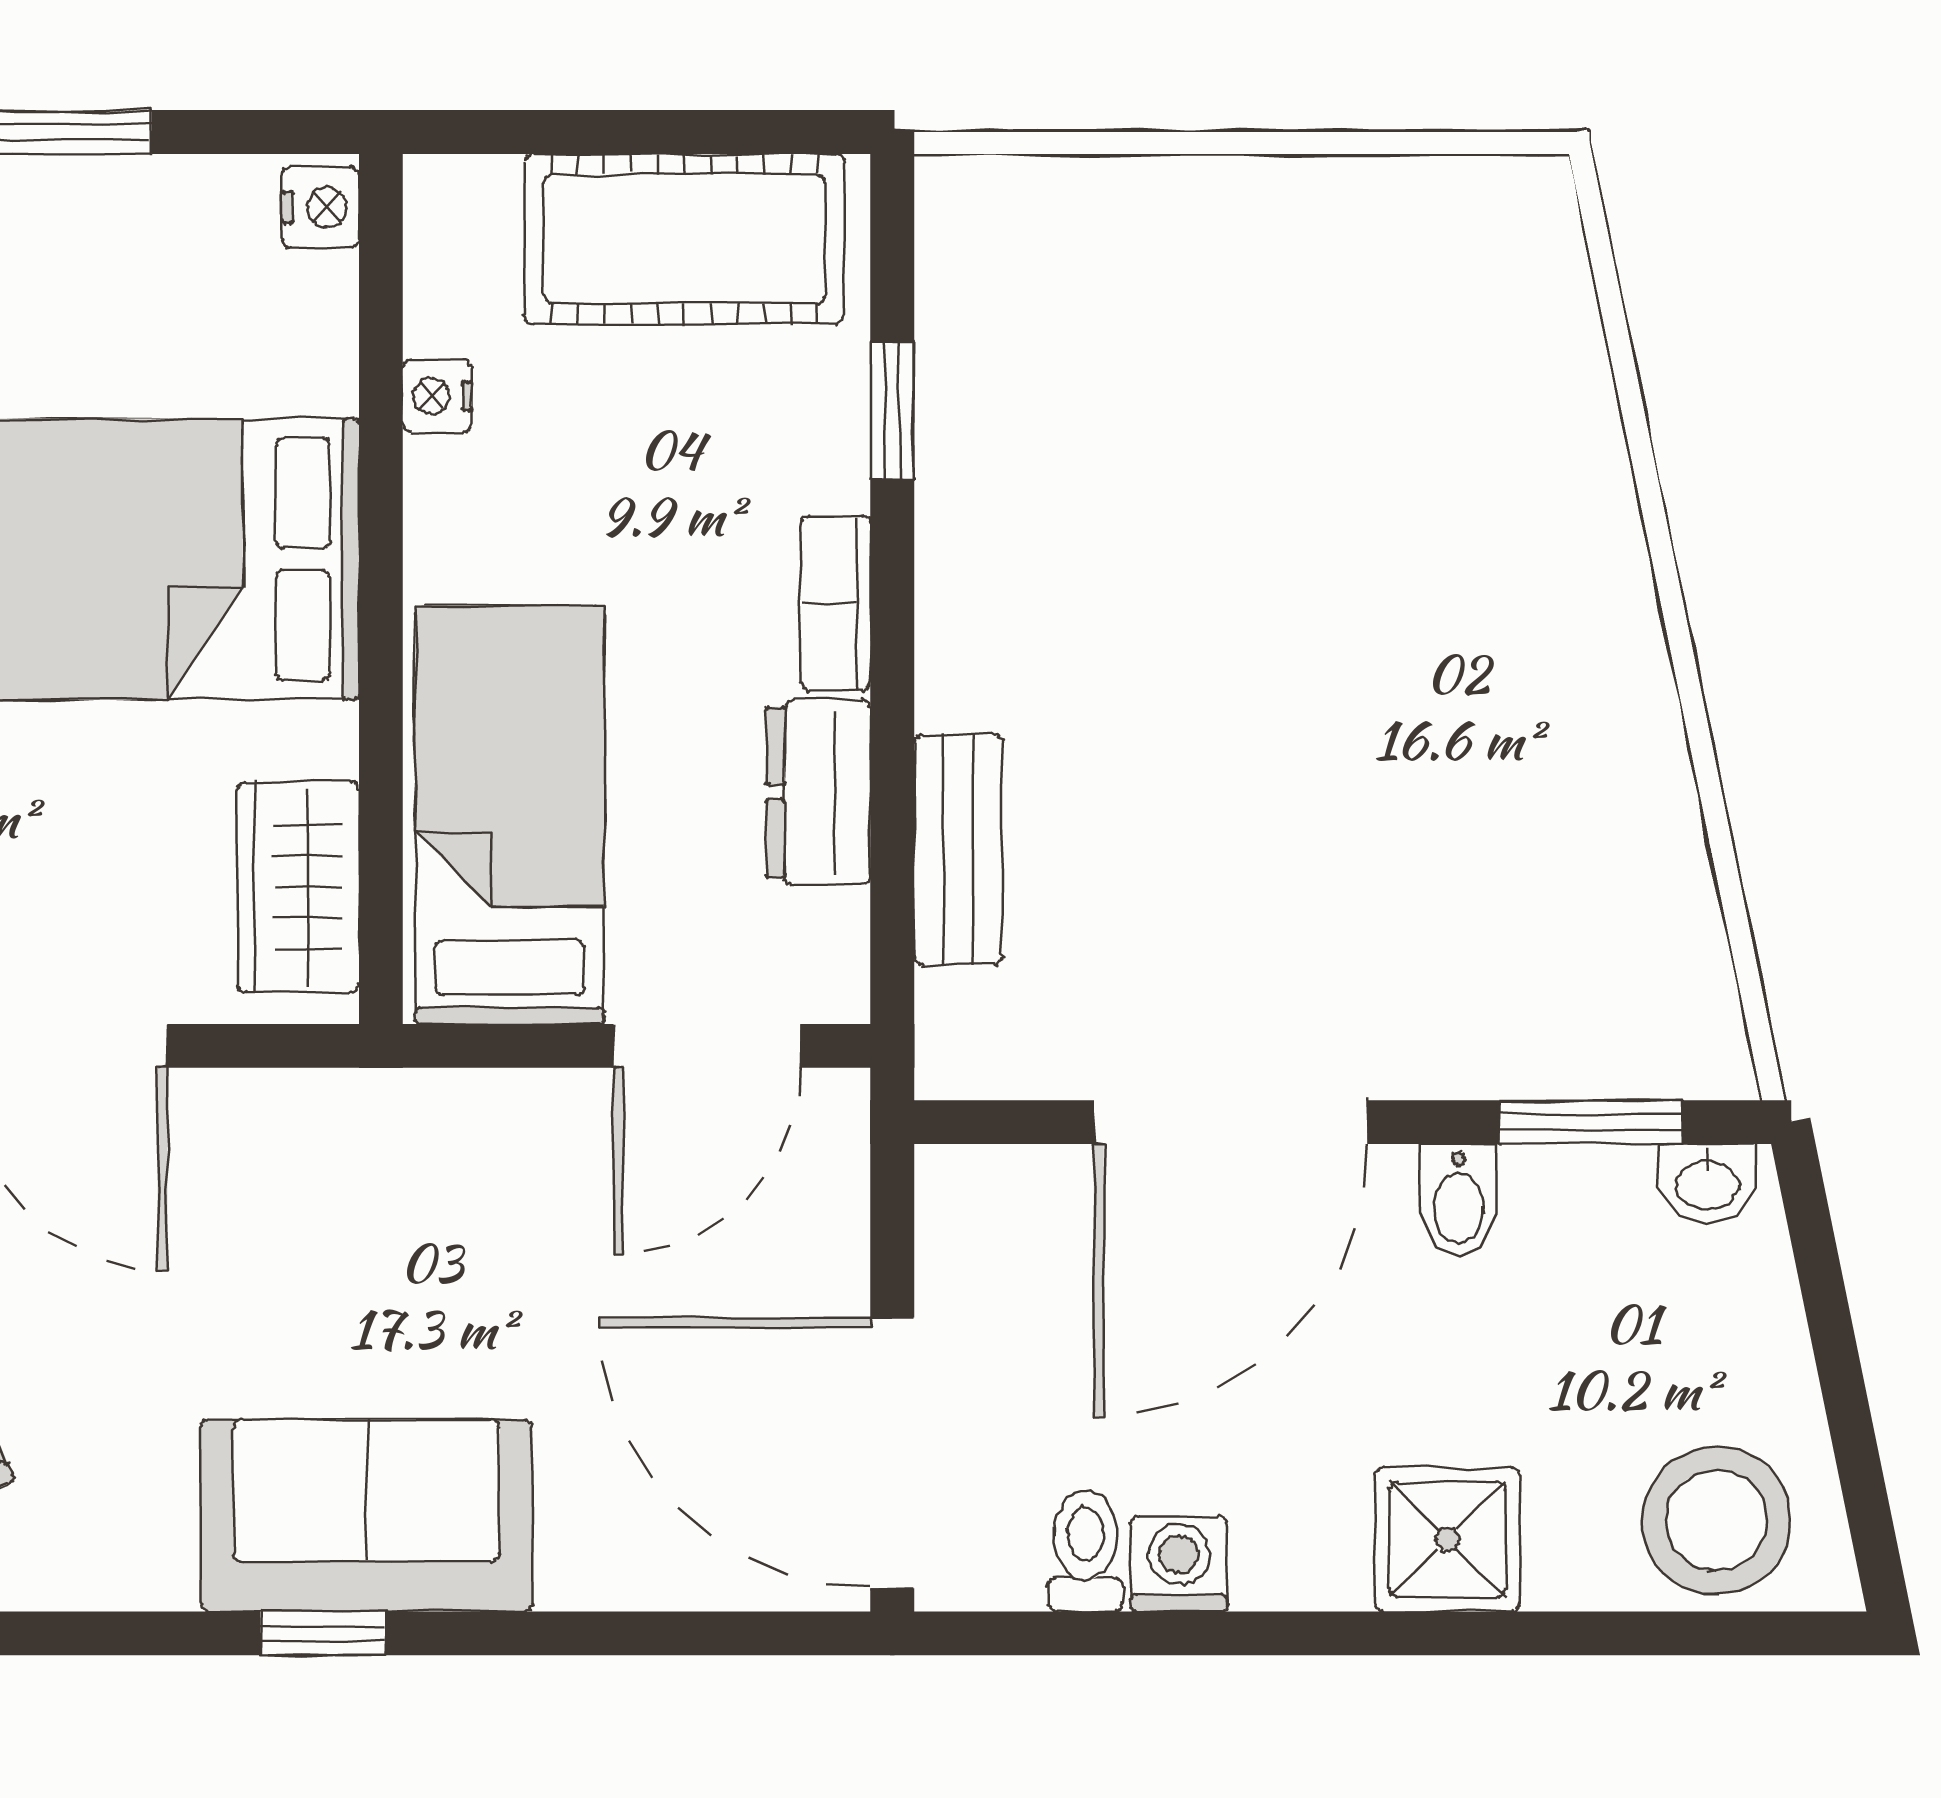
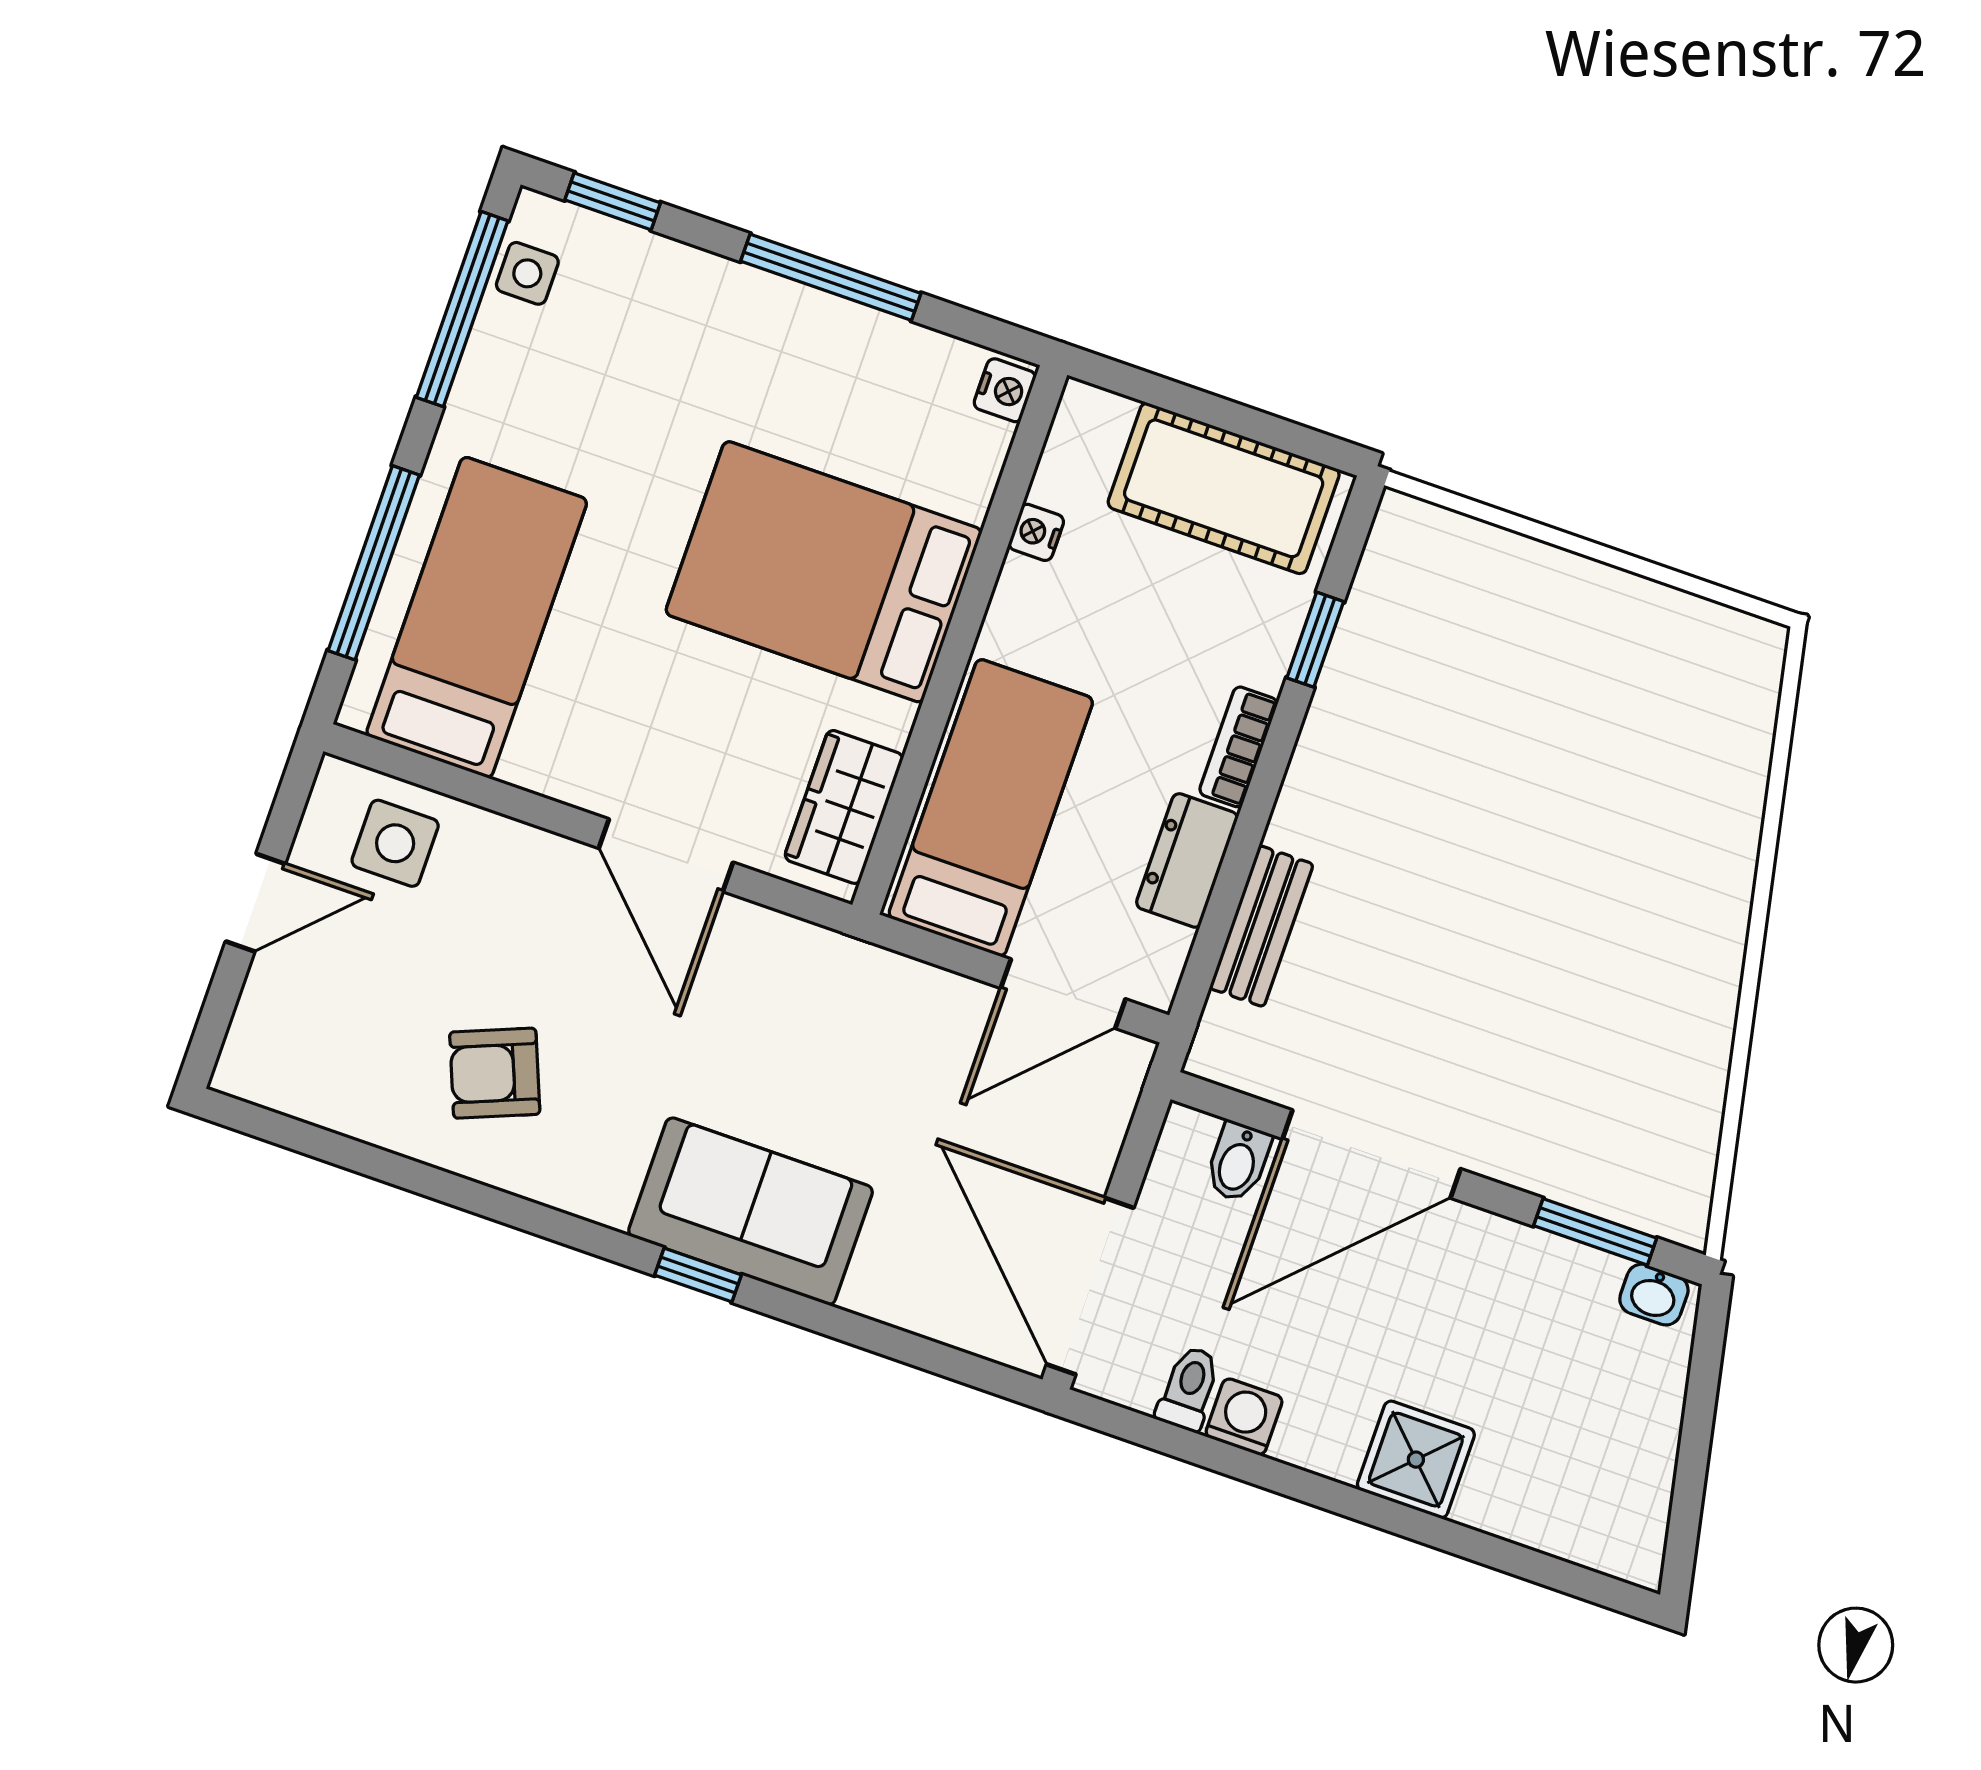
bidet: (1458, 1200) -> (1238, 1162), moved
stool: (1716, 1520) -> (1587, 1506), removed

